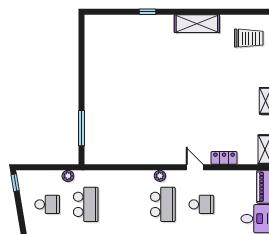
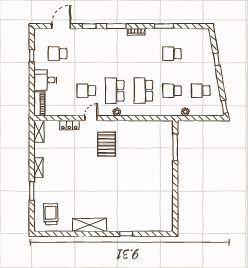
trolley: (249, 38) -> (51, 214), turned 88
pallet: (174, 132) -> (107, 144), added
door: (195, 167) -> (91, 118), swing flipped
school desk: (86, 204) -> (172, 91), width x0.54
school desk: (124, 204) -> (143, 91), added

